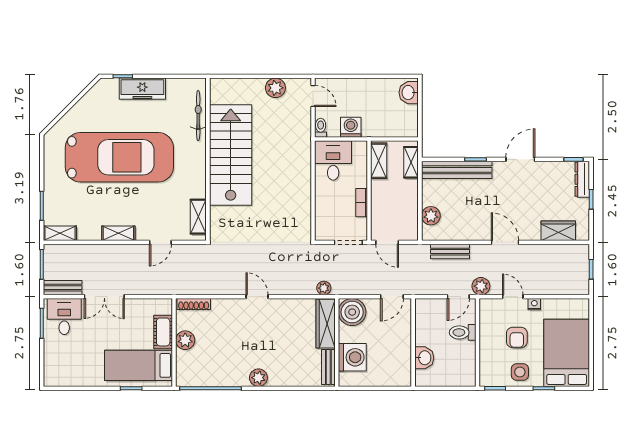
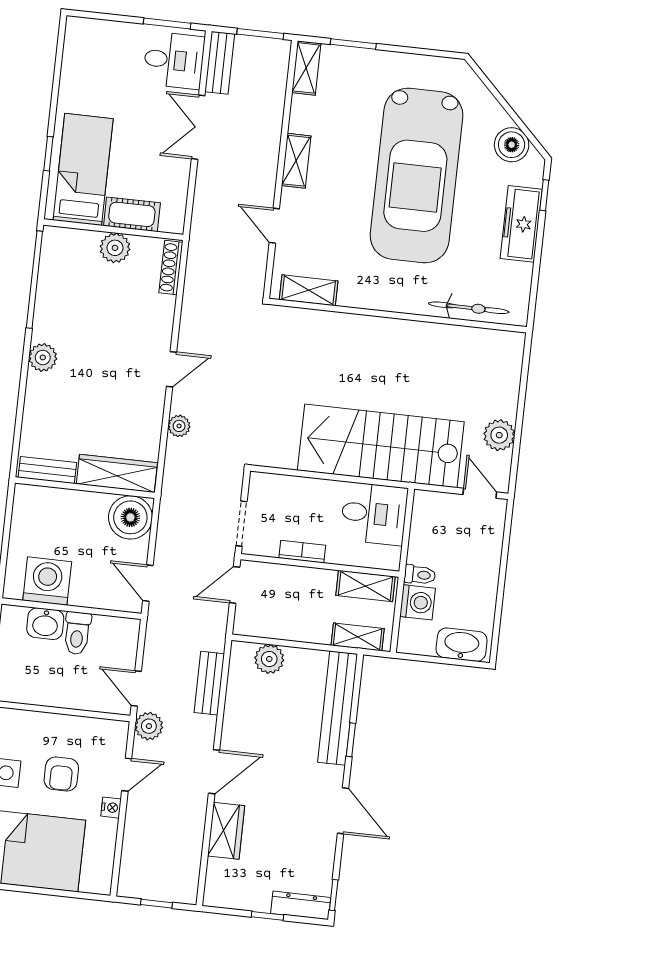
washbasin: (409, 93) -> (462, 645), width x1.38
door: (313, 96) -> (480, 493), swing flipped
boiler: (94, 100) -> (512, 145), added
washing machine: (351, 127) -> (418, 602), moved
toilet: (321, 128) -> (420, 575), moved
stairs: (231, 155) -> (381, 446), moved, turned 180
wardrobe: (558, 231) -> (226, 831), moved
plant: (324, 288) -> (179, 426), moved
toilet: (463, 332) -> (77, 633), moved, turned 180
armchair: (517, 337) -> (61, 774), turned -90
washing machine: (352, 357) -> (47, 581), moved, turned 180

